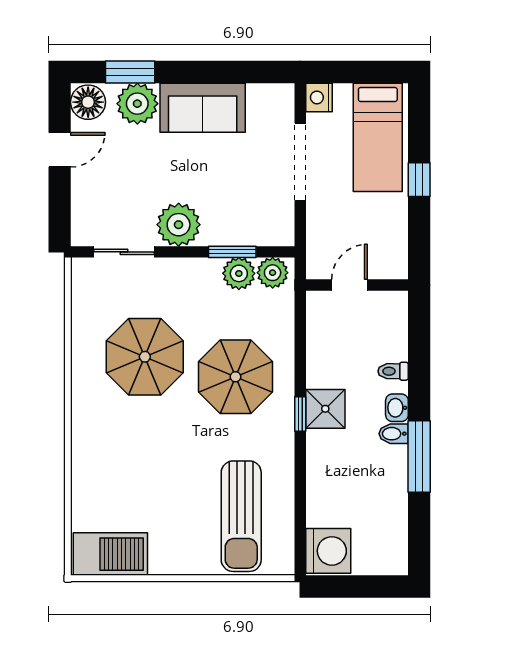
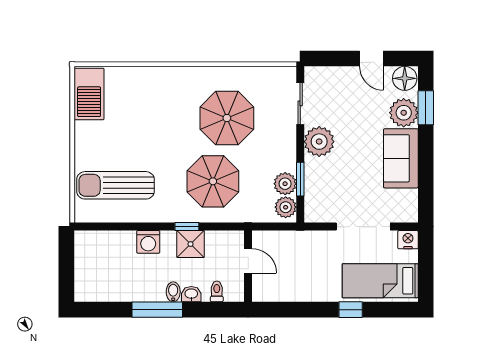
door: (349, 285) -> (248, 261), moved
wall: (357, 285) -> (248, 266), moved
washing machine: (328, 551) -> (148, 242), moved, width x0.73, depth x0.73

